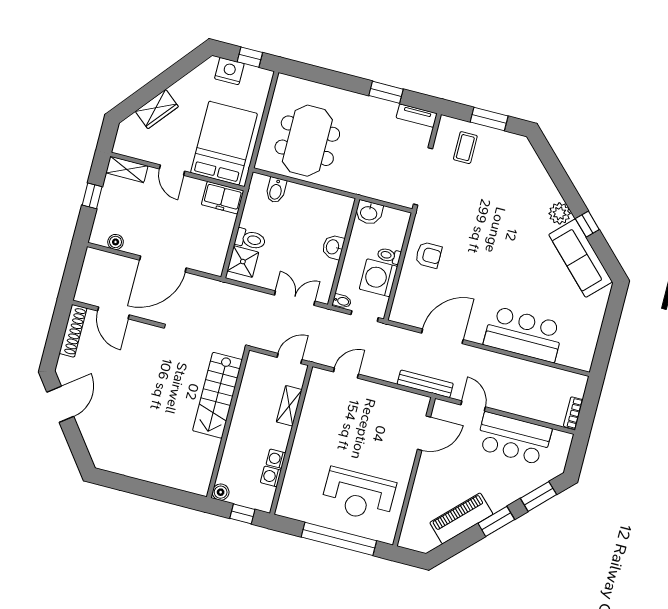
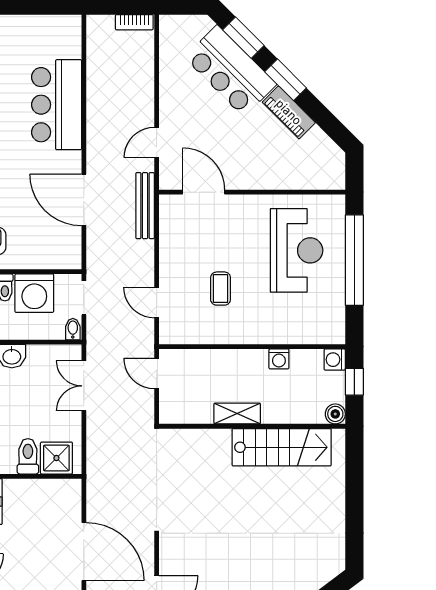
stairs: (217, 395) -> (282, 447), moved
shelving: (289, 406) -> (237, 414), moved
coffee table: (344, 427) -> (221, 289), added
bar counter: (514, 438) -> (230, 71), moved, turned 135
washing machine: (271, 476) -> (335, 360), moved, turned 90
piano: (461, 518) -> (289, 112), width x0.73, depth x0.75

